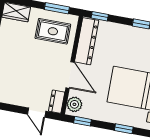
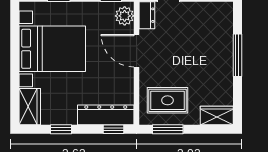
dresser: (87, 41) -> (106, 115), moved, turned 90

